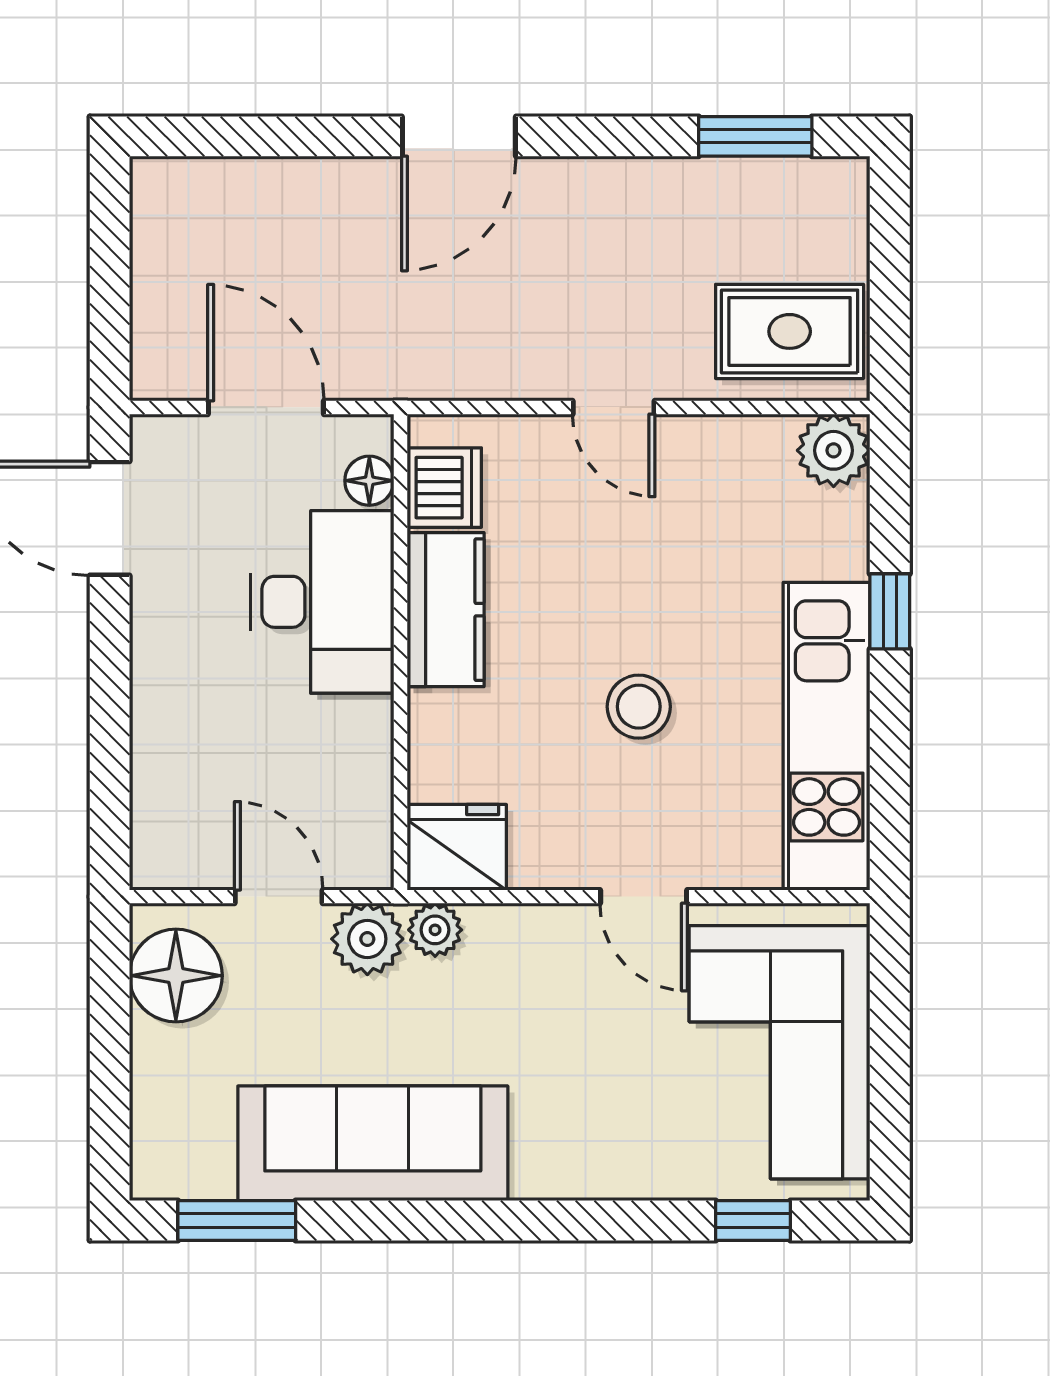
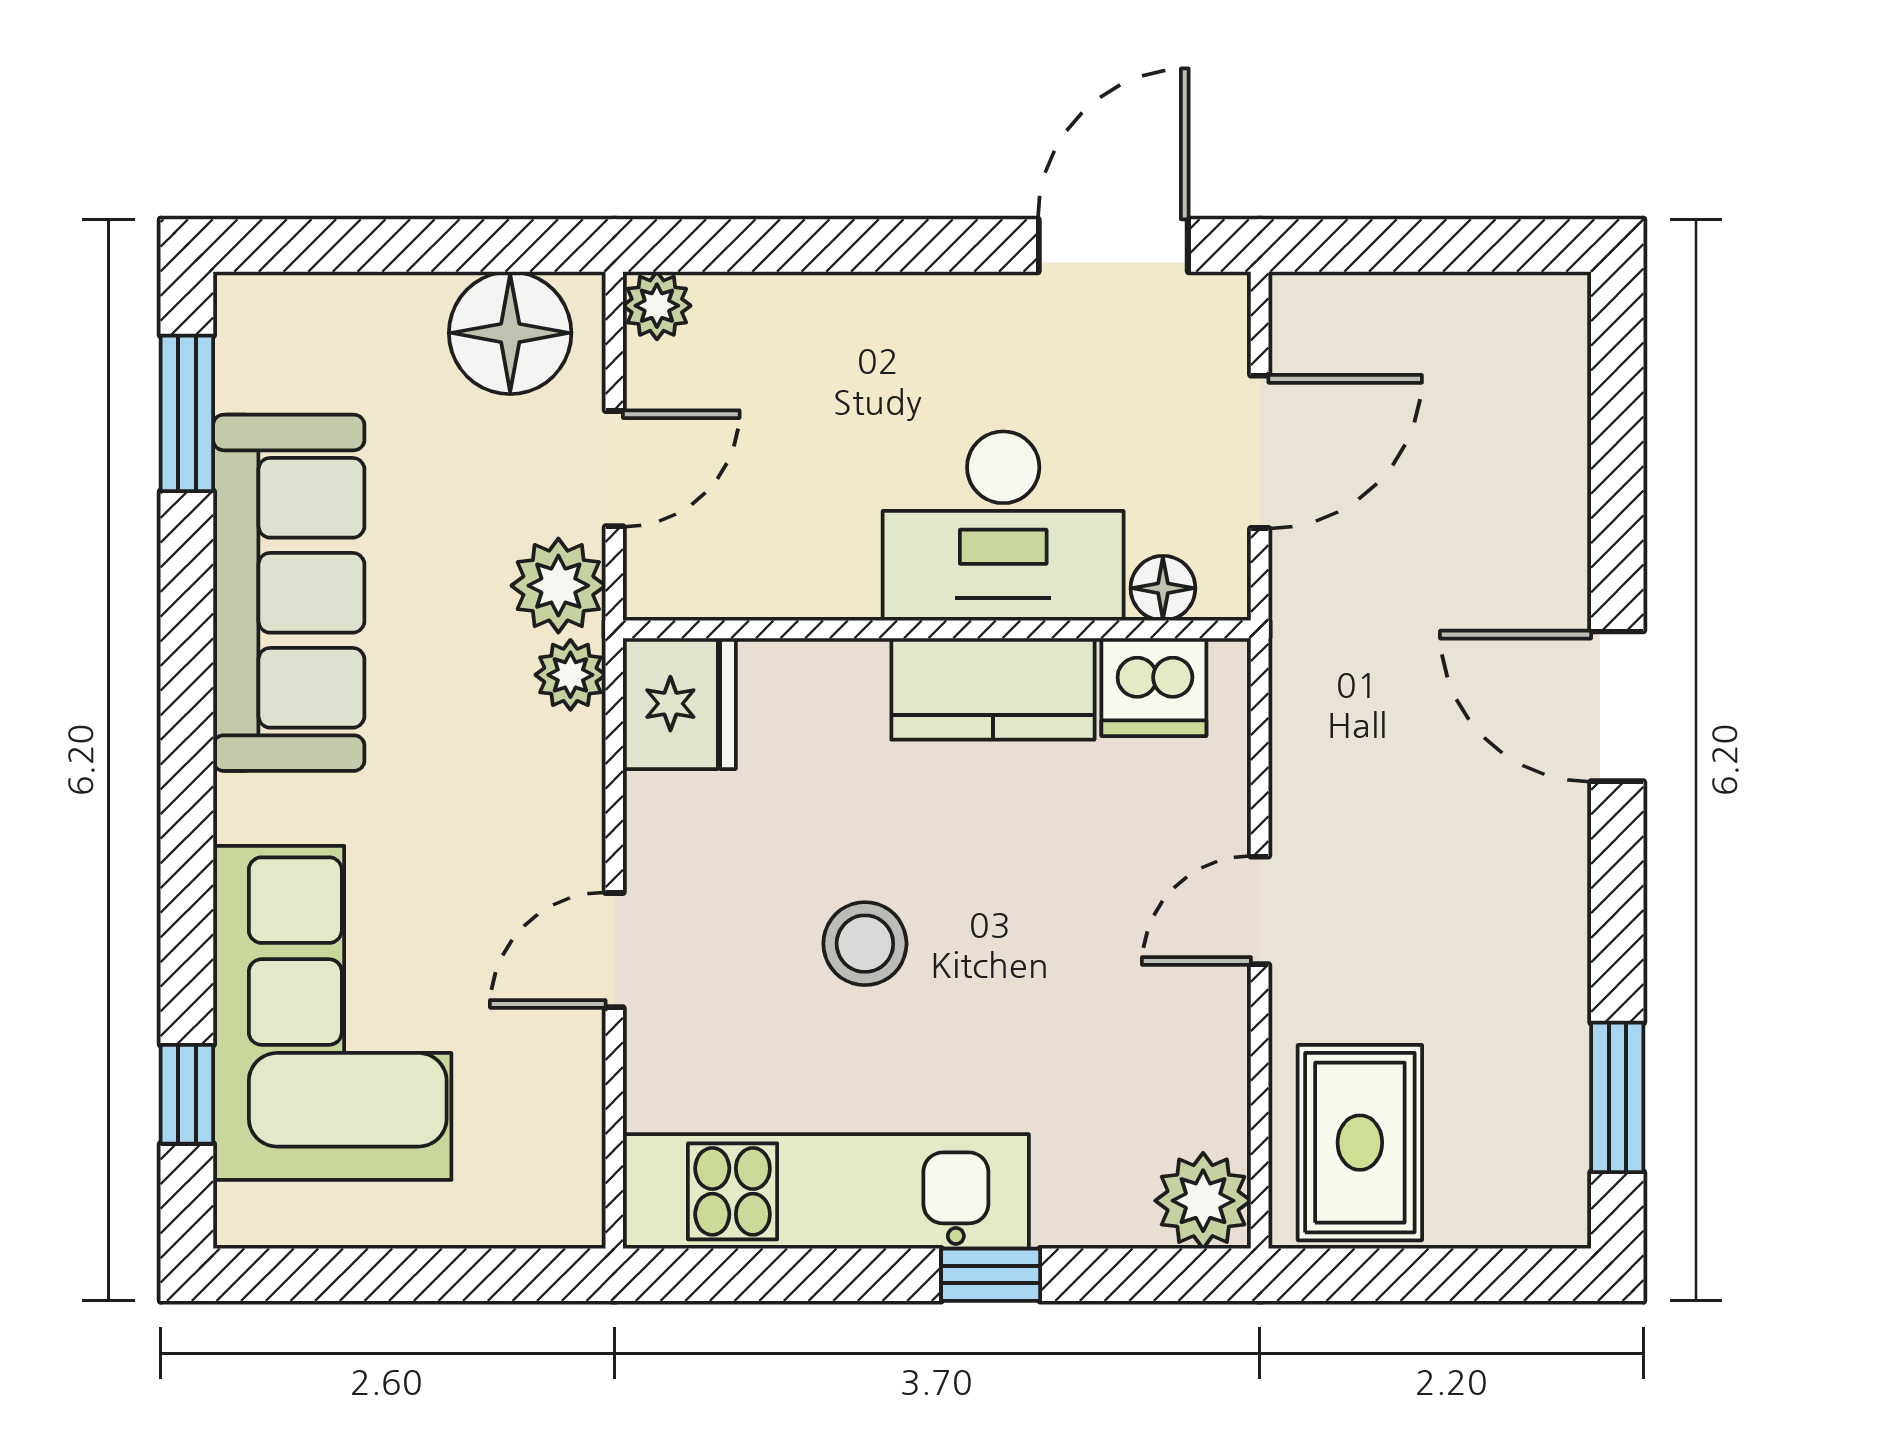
plant: (155, 864) -> (657, 306), added
corner sofa: (780, 1052) -> (332, 1013), moved, turned 90

